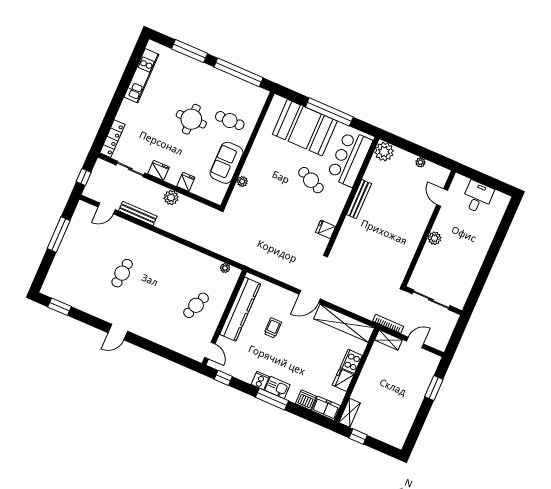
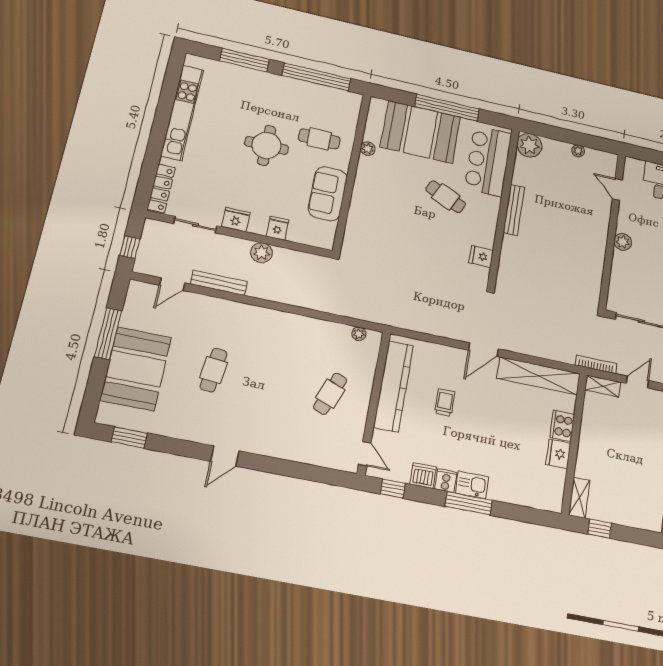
kitchen unit: (141, 76) -> (182, 113), width x1.36
plant: (242, 181) -> (368, 149), moved
booth: (72, 262) -> (136, 369), added
dishwasher: (306, 400) -> (423, 476), moved
freezer: (326, 408) -> (546, 499), removed

